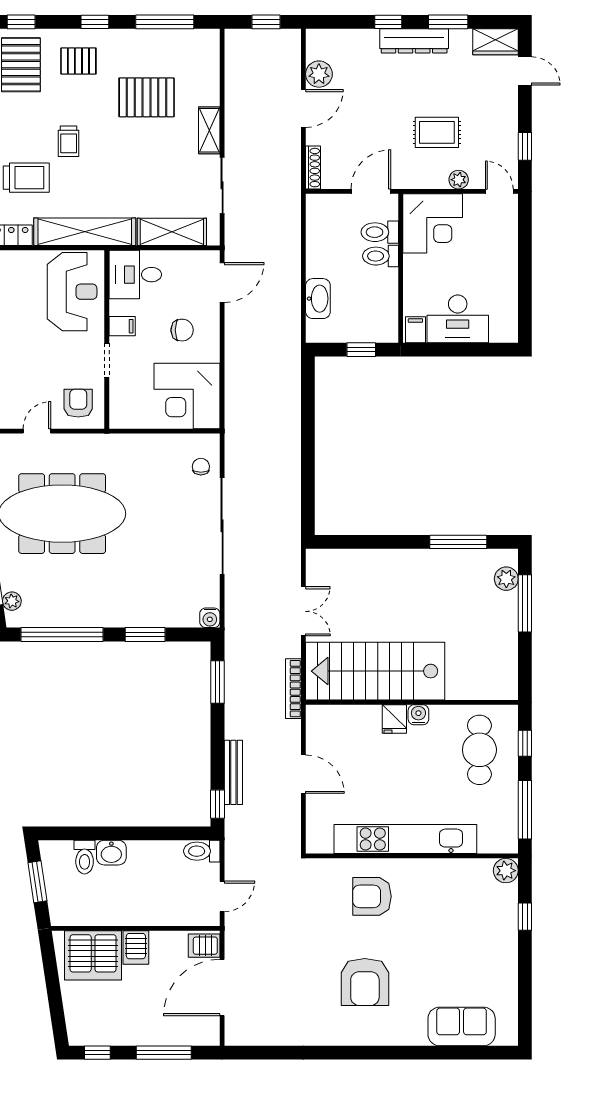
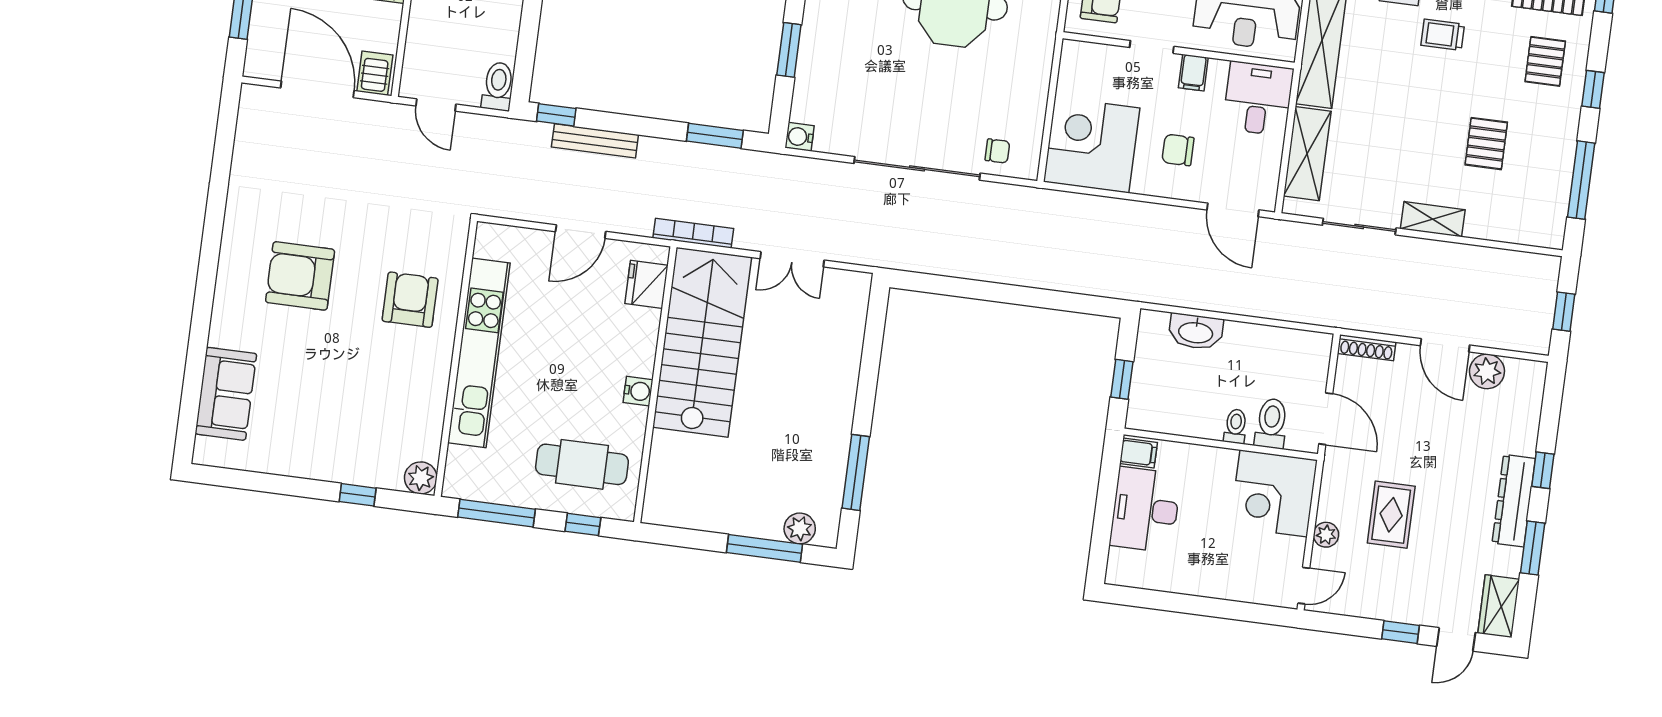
pallet: (147, 97) -> (1486, 144), width x0.67, depth x0.71
window: (525, 146) -> (1401, 632), moved
toilet: (381, 256) -> (1236, 426), width x0.73, depth x0.72
chair: (182, 330) -> (1178, 150), turned 90
fridge: (394, 719) -> (646, 284), moved, width x1.38

